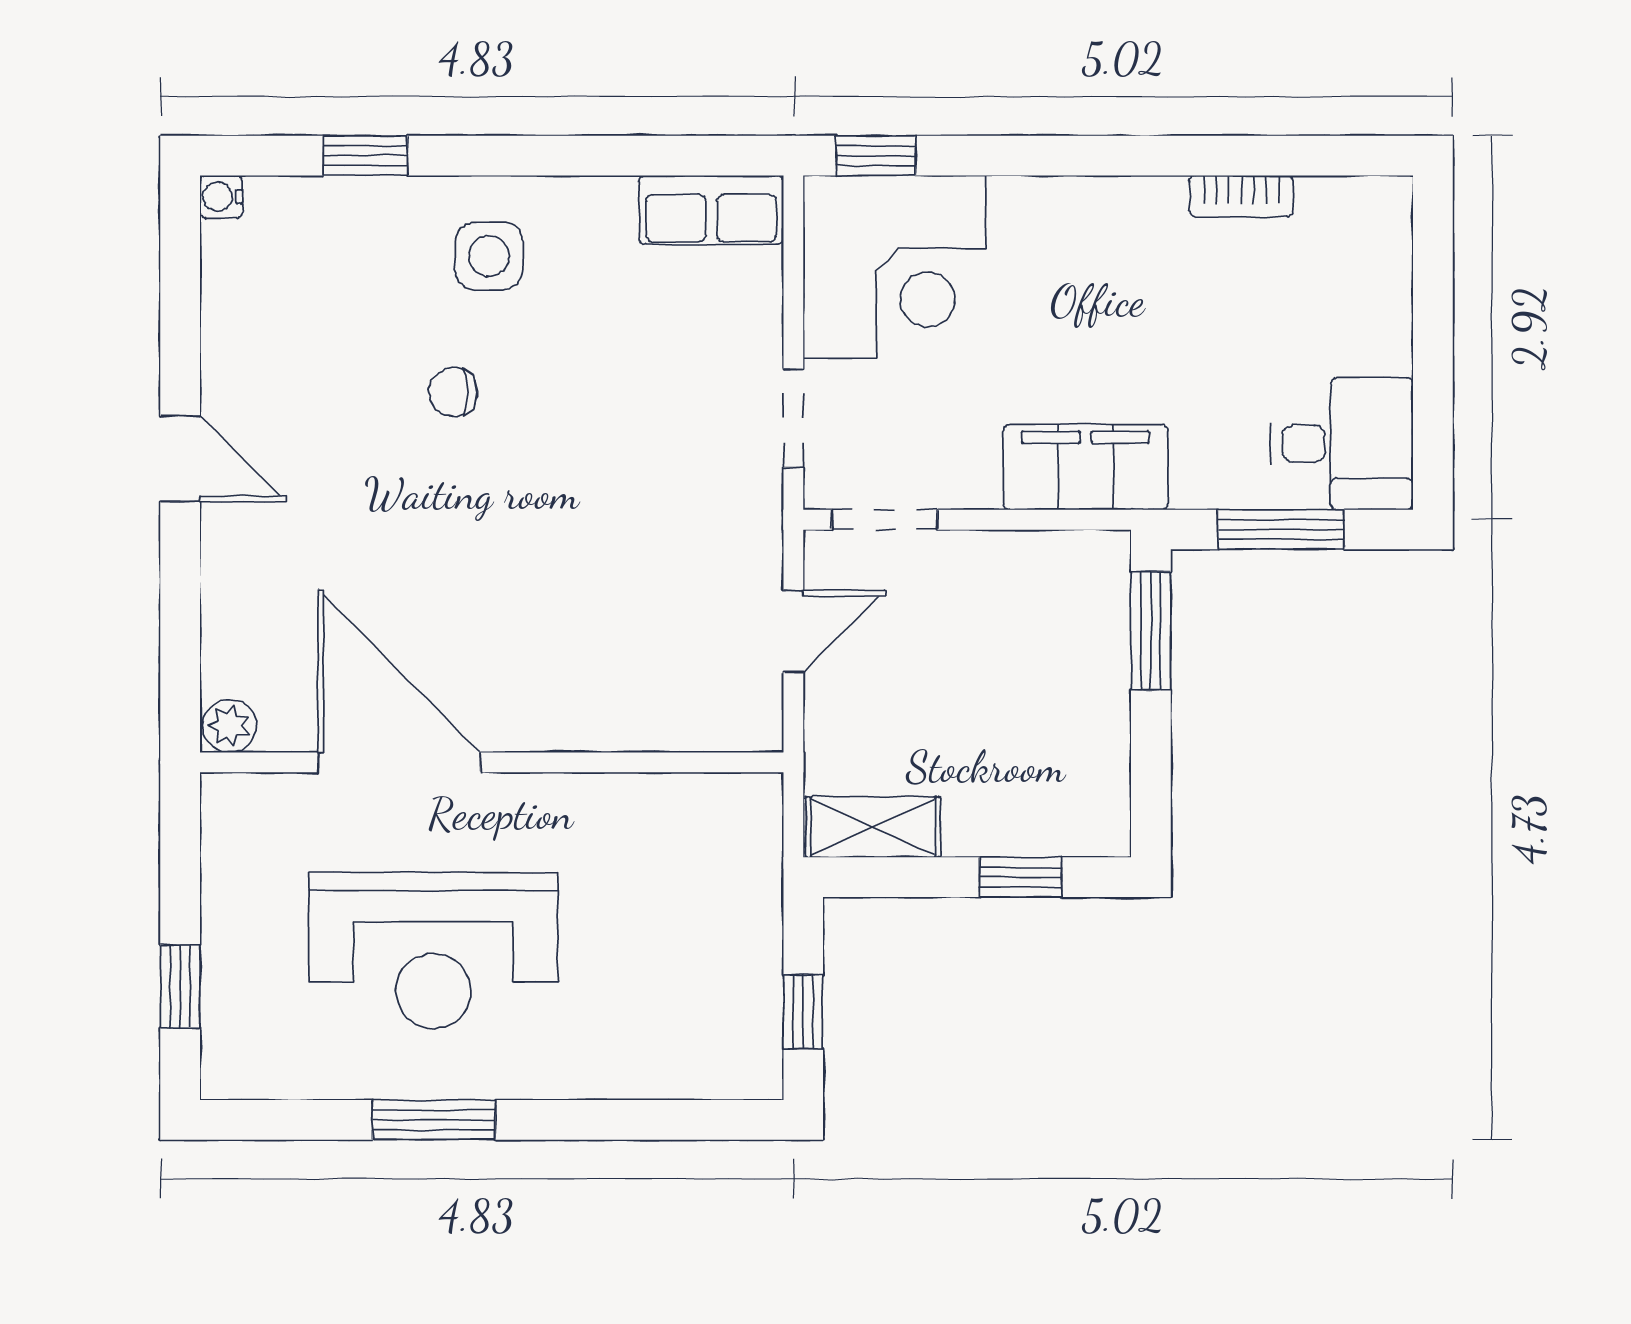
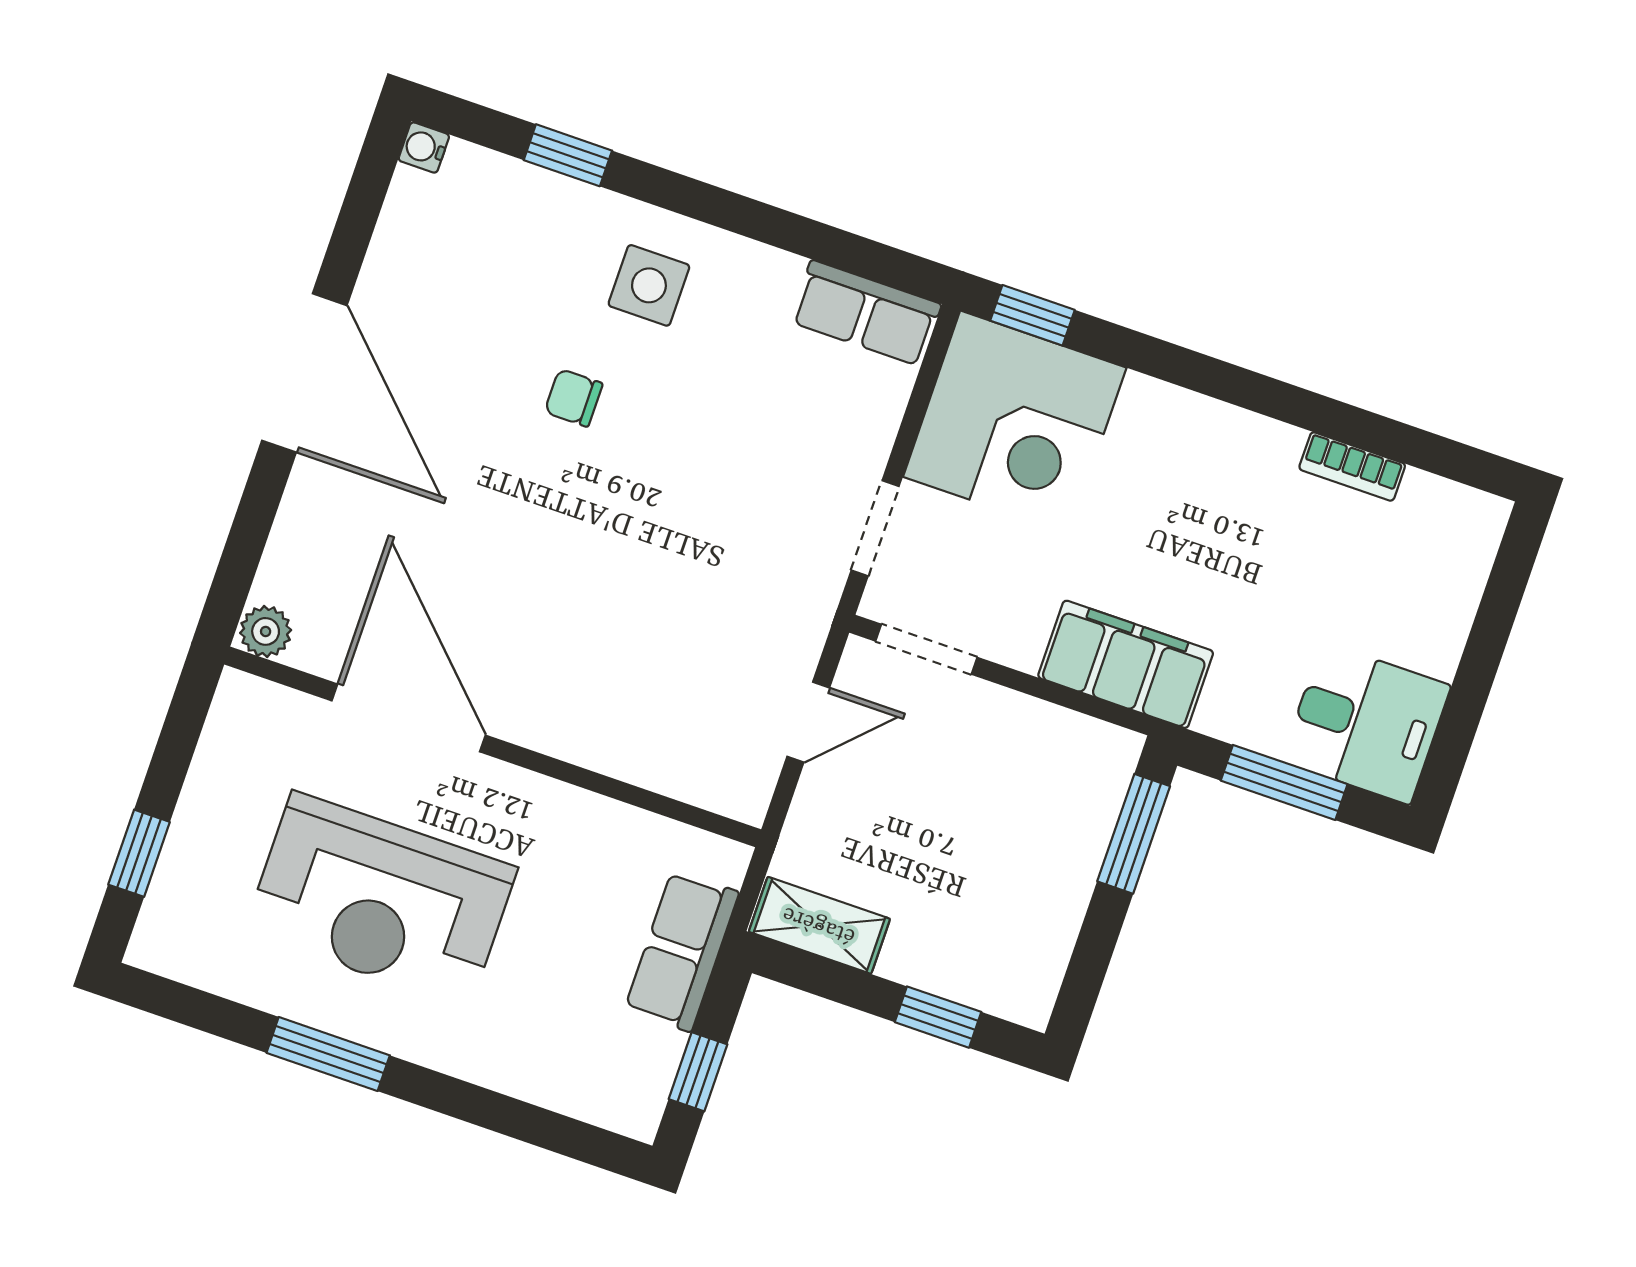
door: (180, 459) -> (304, 373), width x1.87
row of seats: (746, 899) -> (682, 951), added

